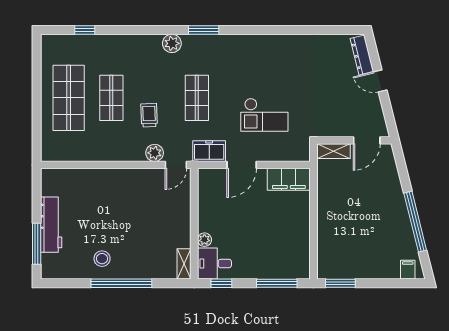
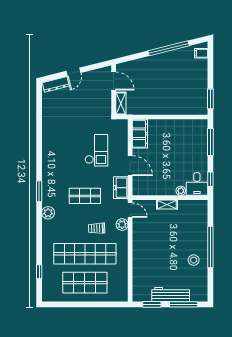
shop shelf: (111, 98) -> (85, 254), width x2.00, depth x1.36
window: (37, 197) -> (152, 304), added
shelving: (184, 264) -> (167, 205), moved

